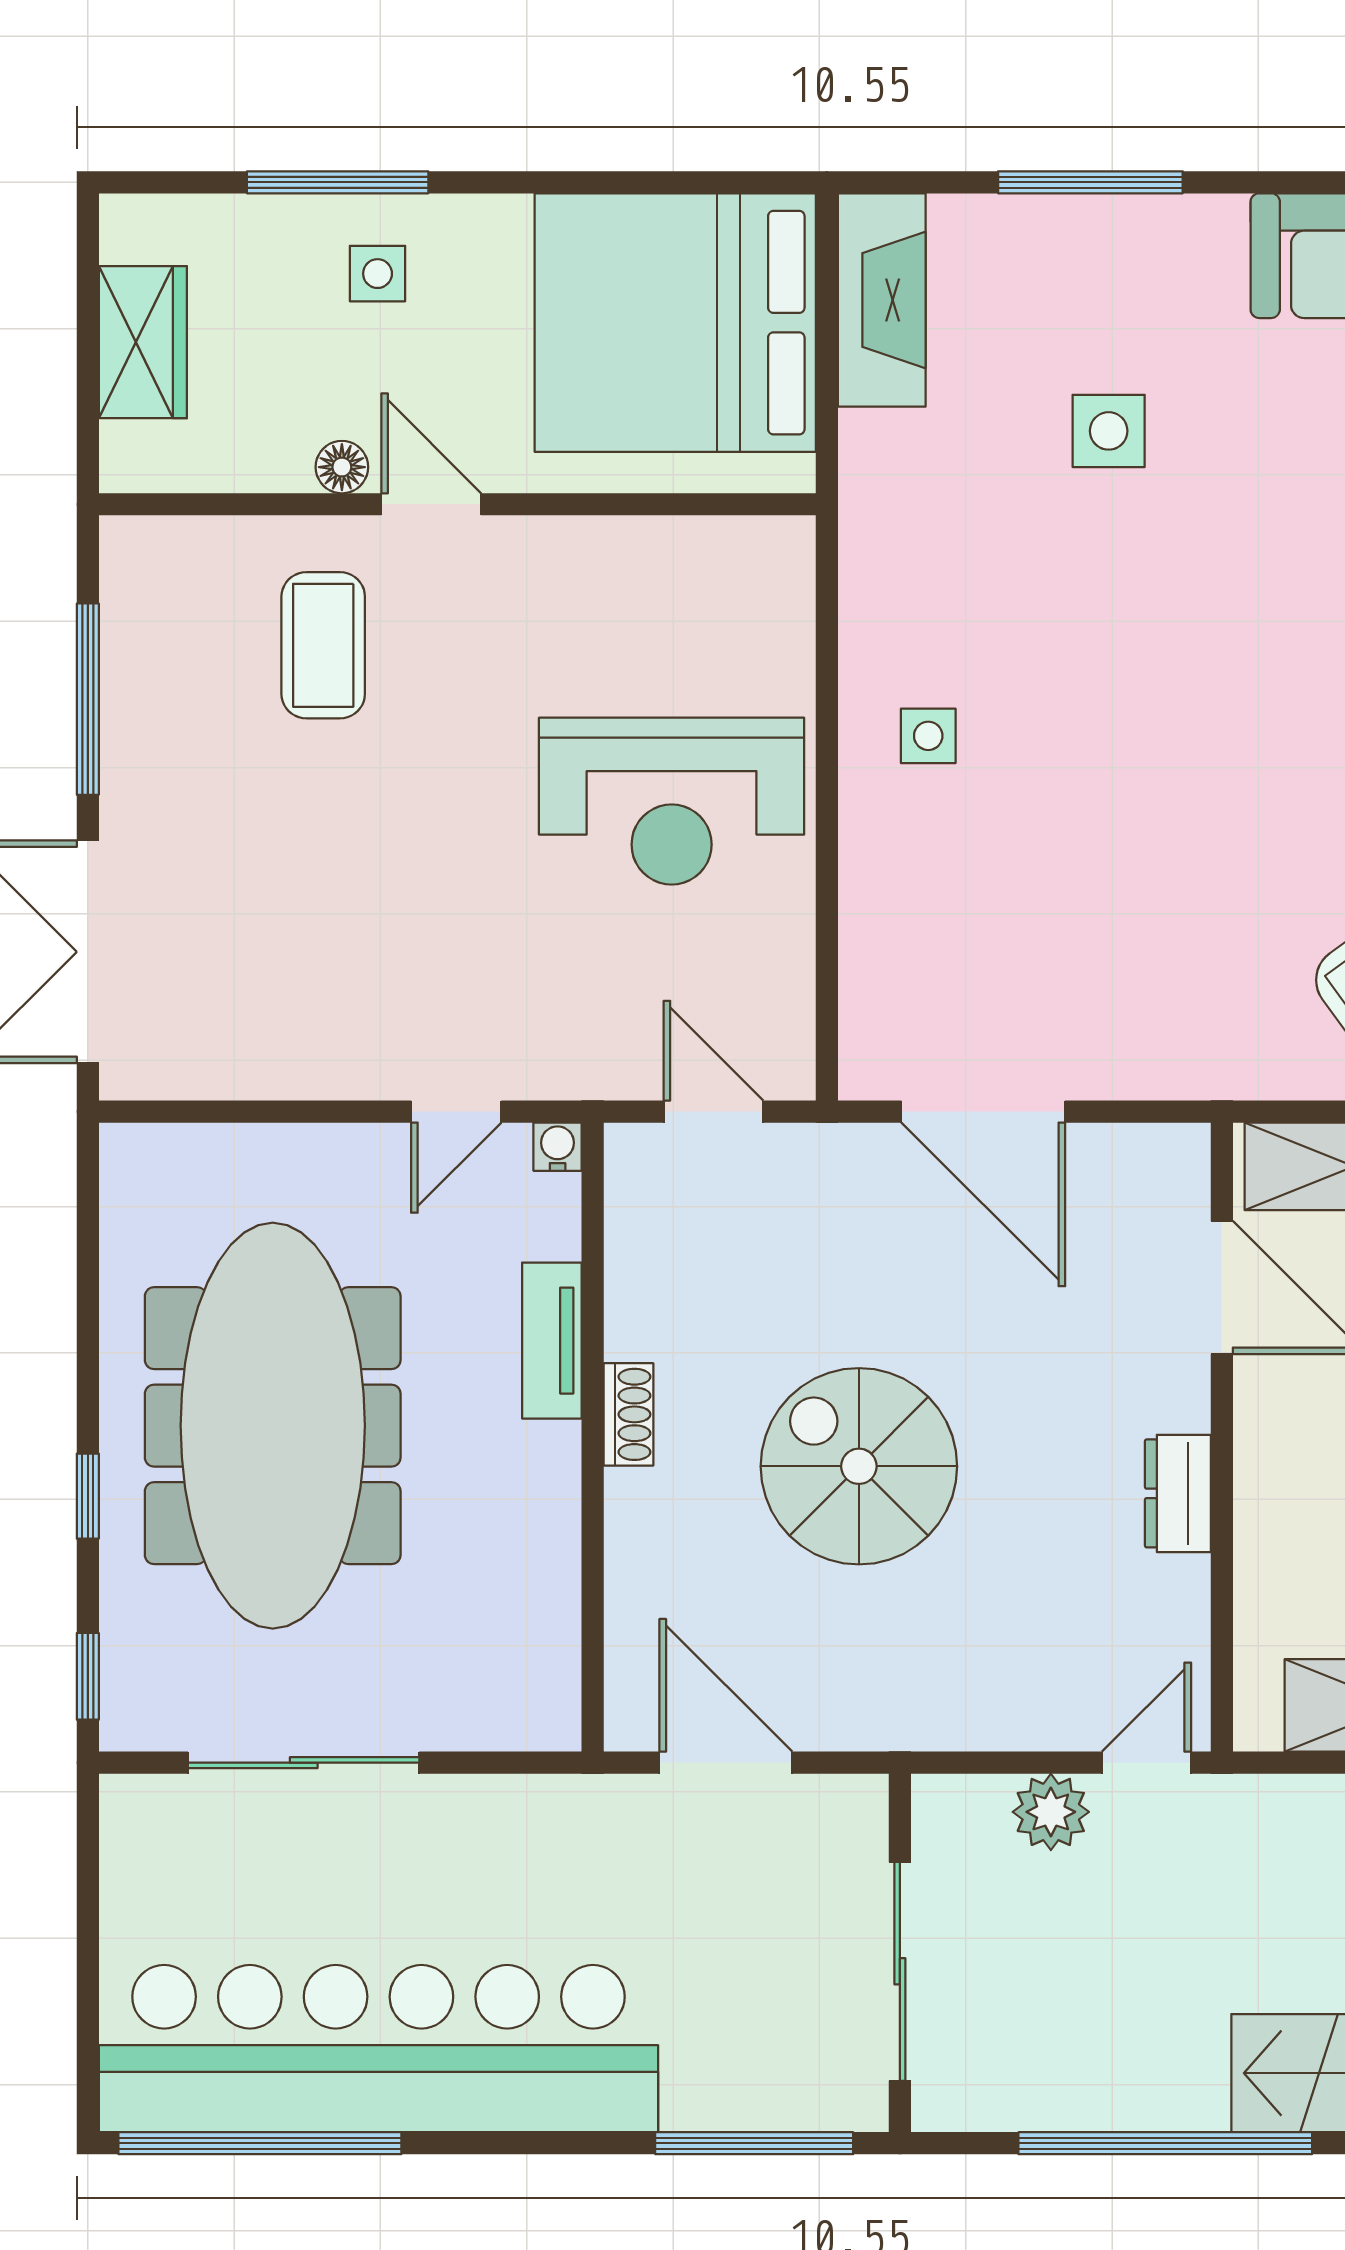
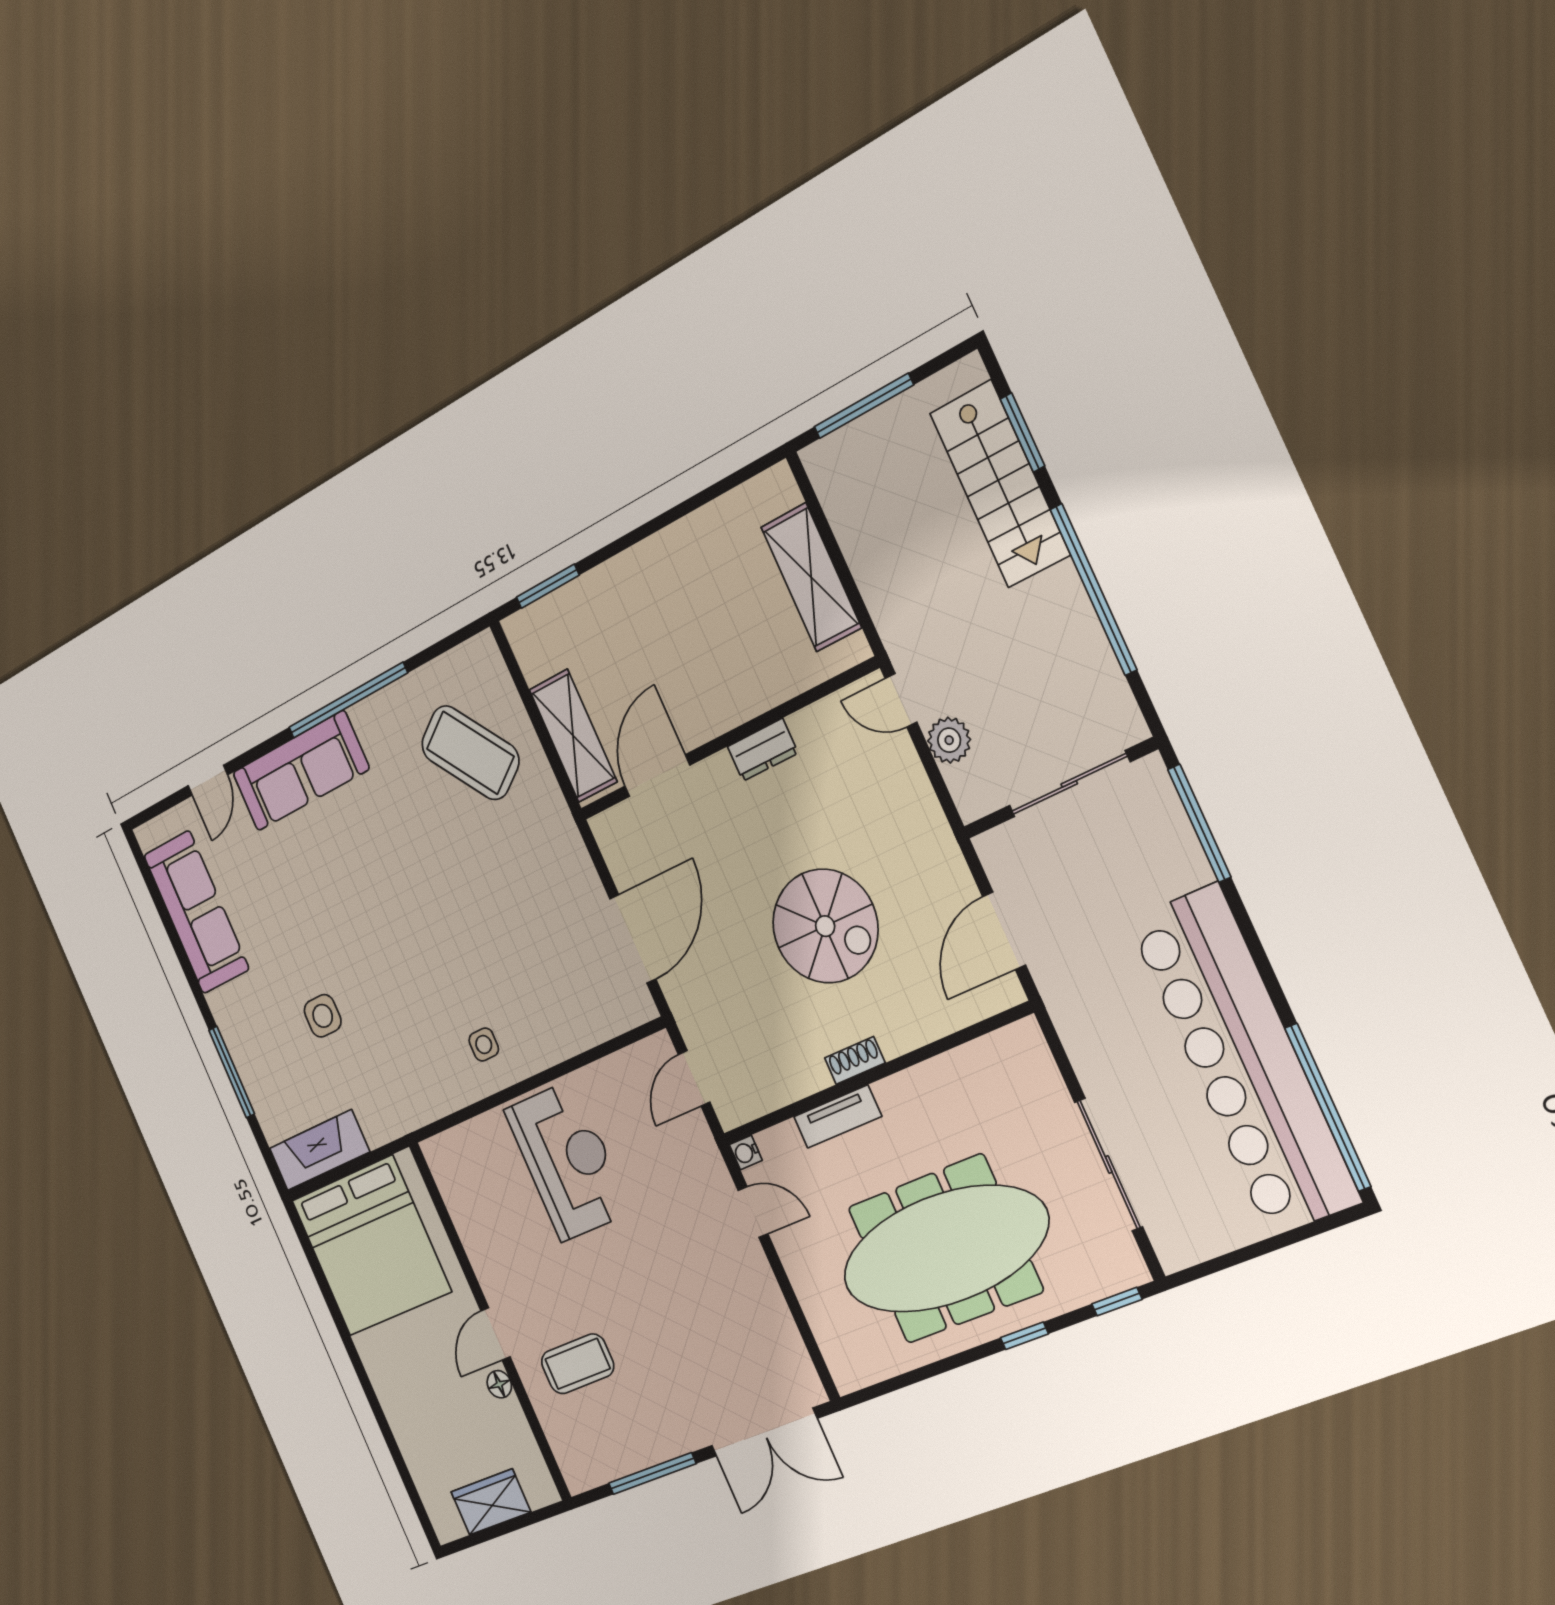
window: (338, 182) -> (387, 1432), removed
side table: (378, 274) -> (414, 1398), removed
spiral stairs: (859, 1466) -> (825, 926), turned -90

